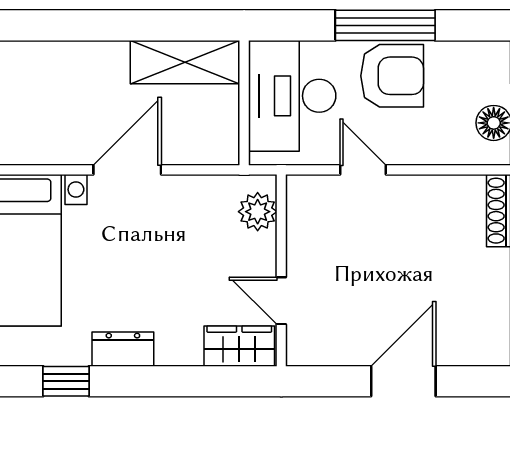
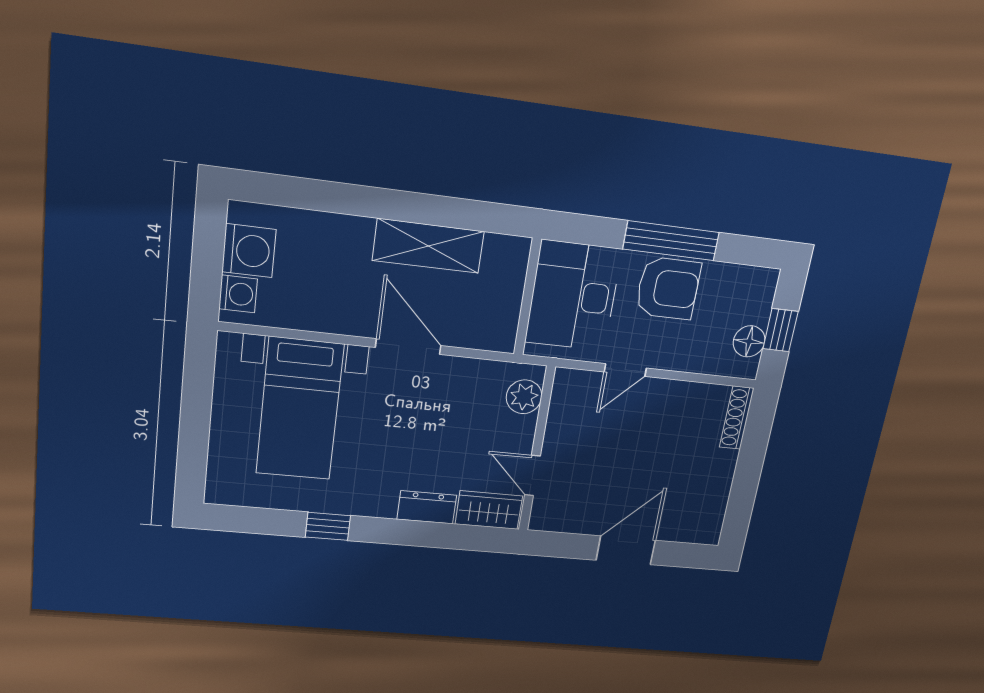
shelving: (185, 62) -> (428, 246), moved
door: (127, 170) -> (408, 347), hinge flipped
door: (363, 170) -> (625, 370), swing flipped
dresser: (123, 349) -> (427, 507), moved

